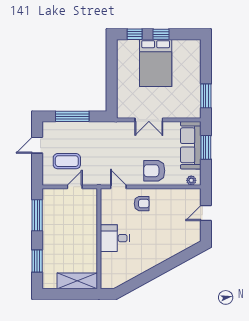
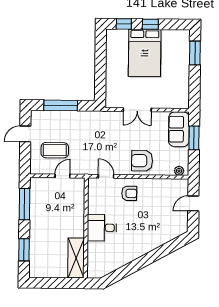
window: (206, 96) -> (195, 53), moved
sofa: (191, 145) -> (179, 129), width x0.73
shelving: (77, 281) -> (76, 258), moved, turned 90

